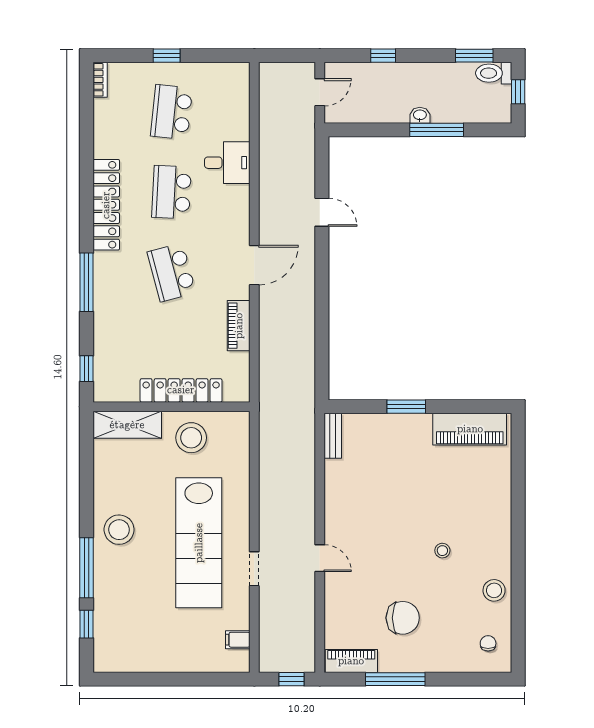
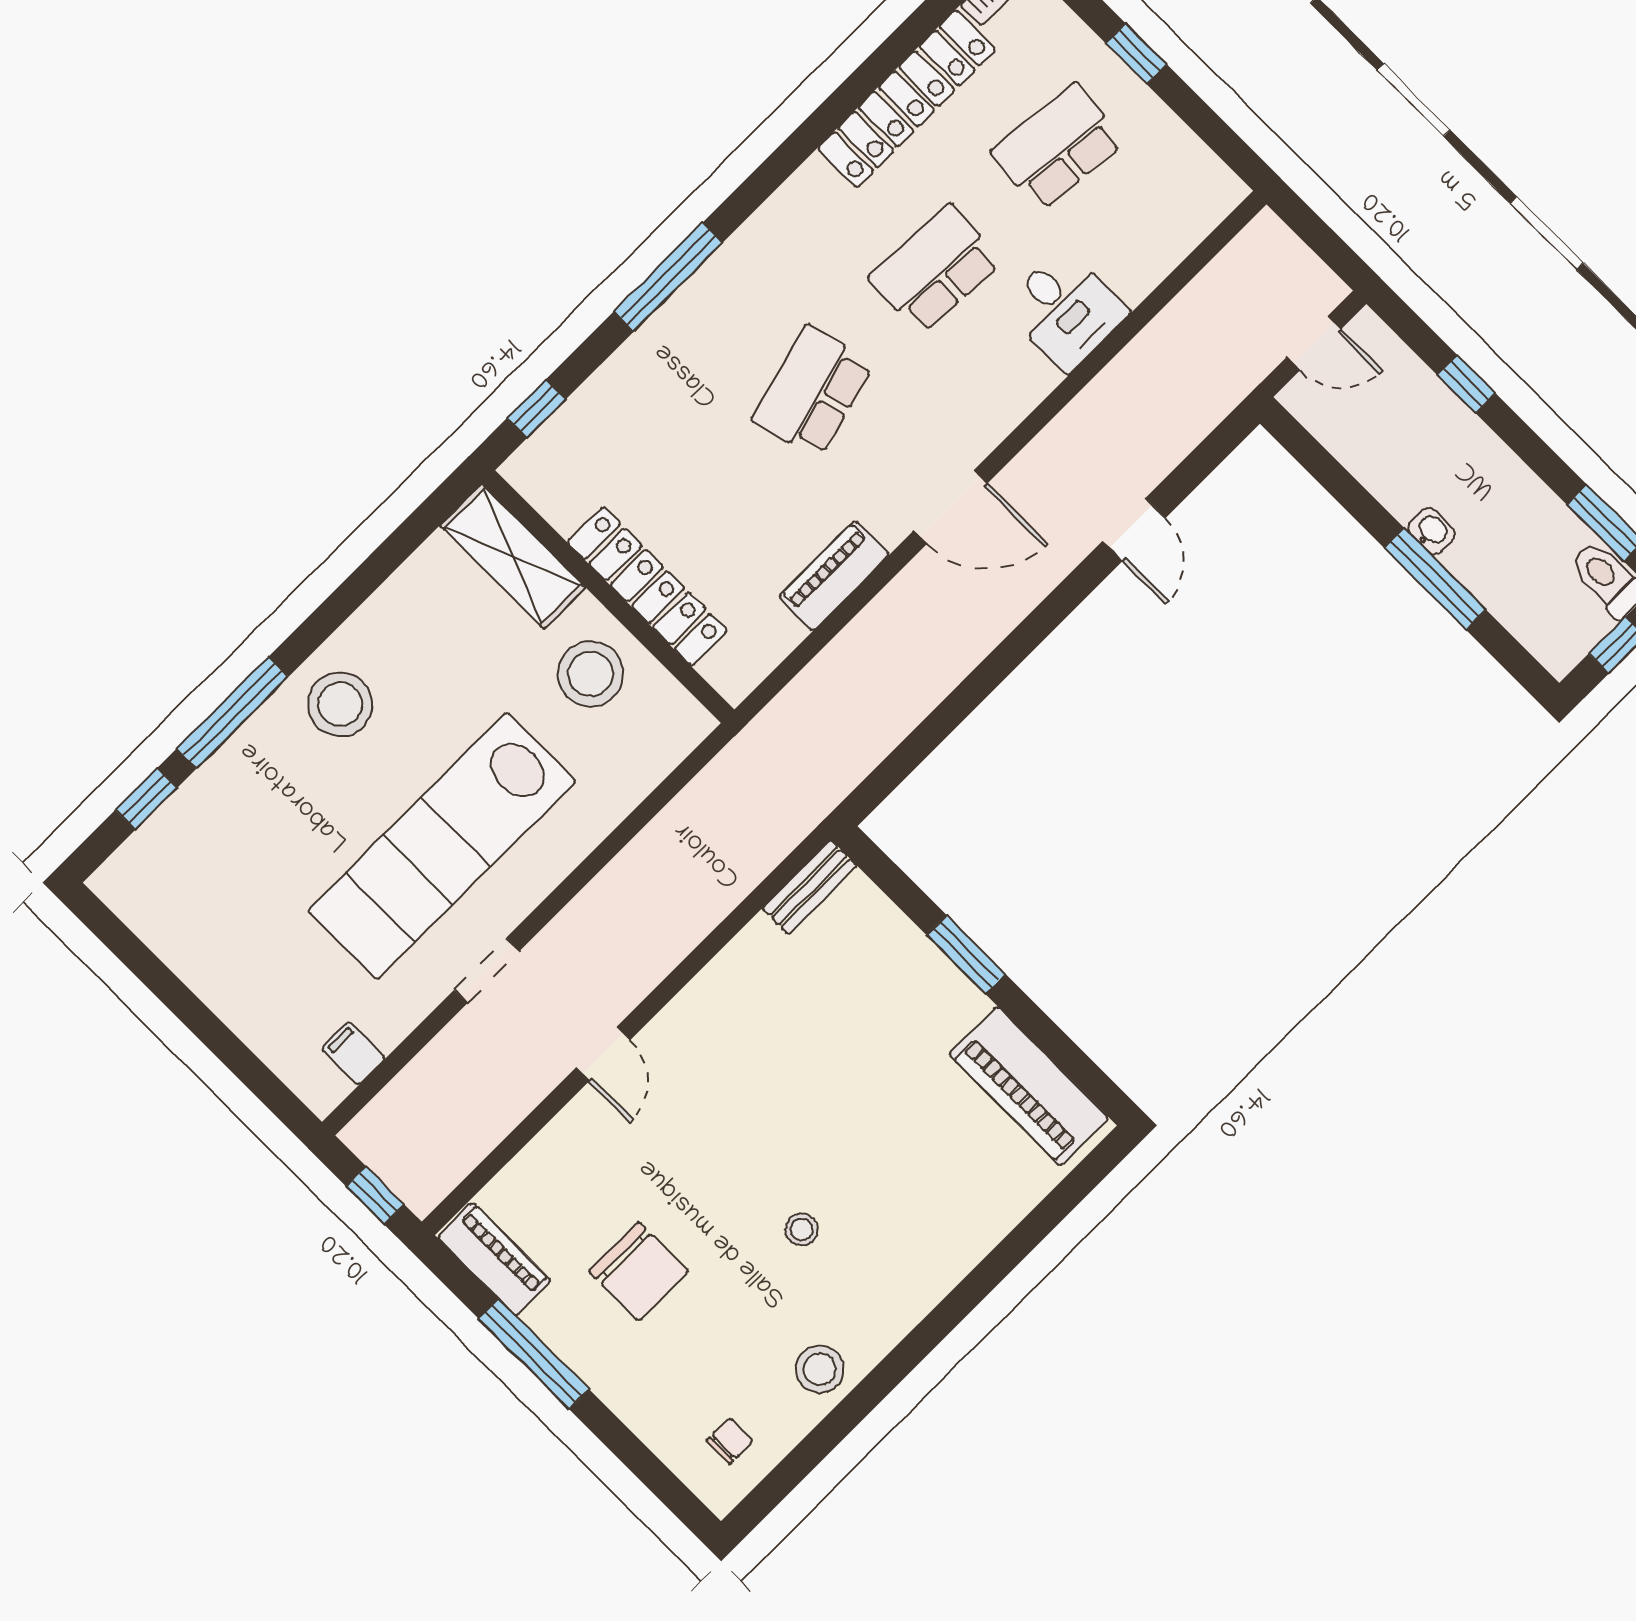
locker: (106, 205) -> (906, 99), moved

